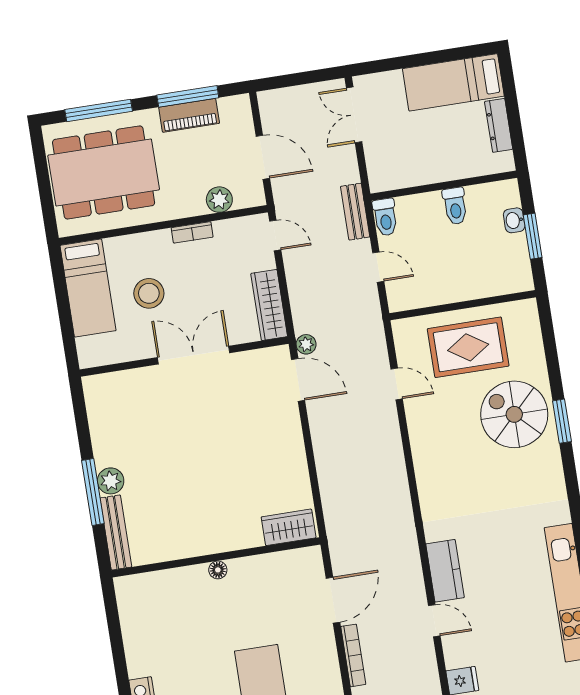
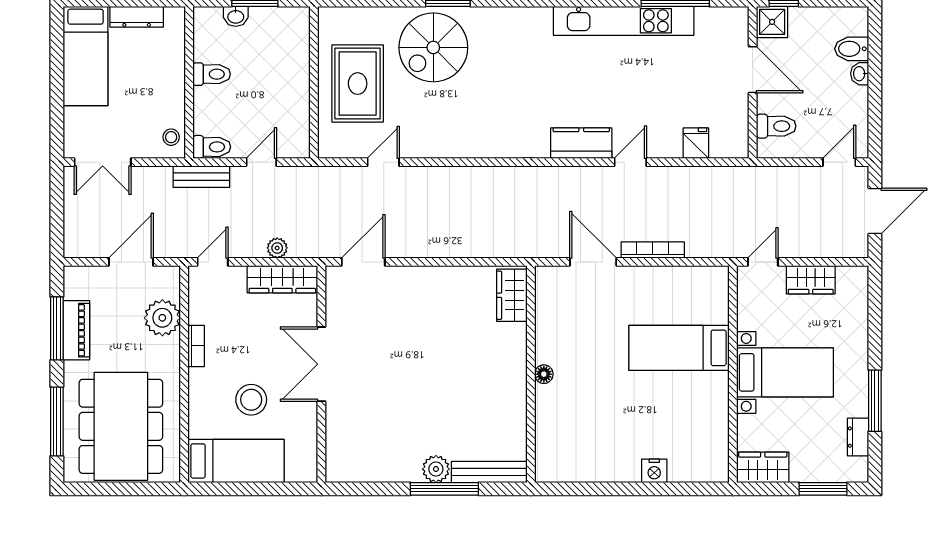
stool: (388, 177) -> (171, 137), added
plant: (219, 200) -> (162, 318), width x1.36, depth x1.36
plant: (306, 344) -> (277, 248), moved

